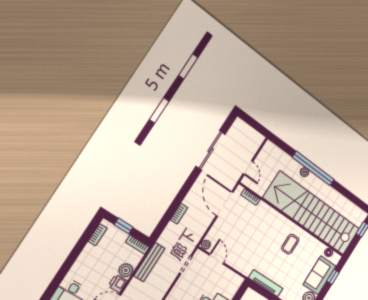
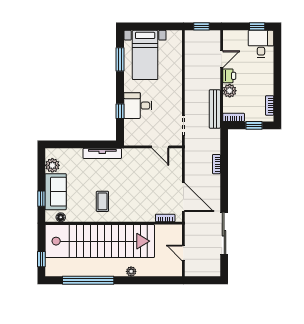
door: (248, 168) -> (183, 253), moved
window: (313, 168) -> (88, 280), moved
plant: (206, 245) -> (177, 153), removed

